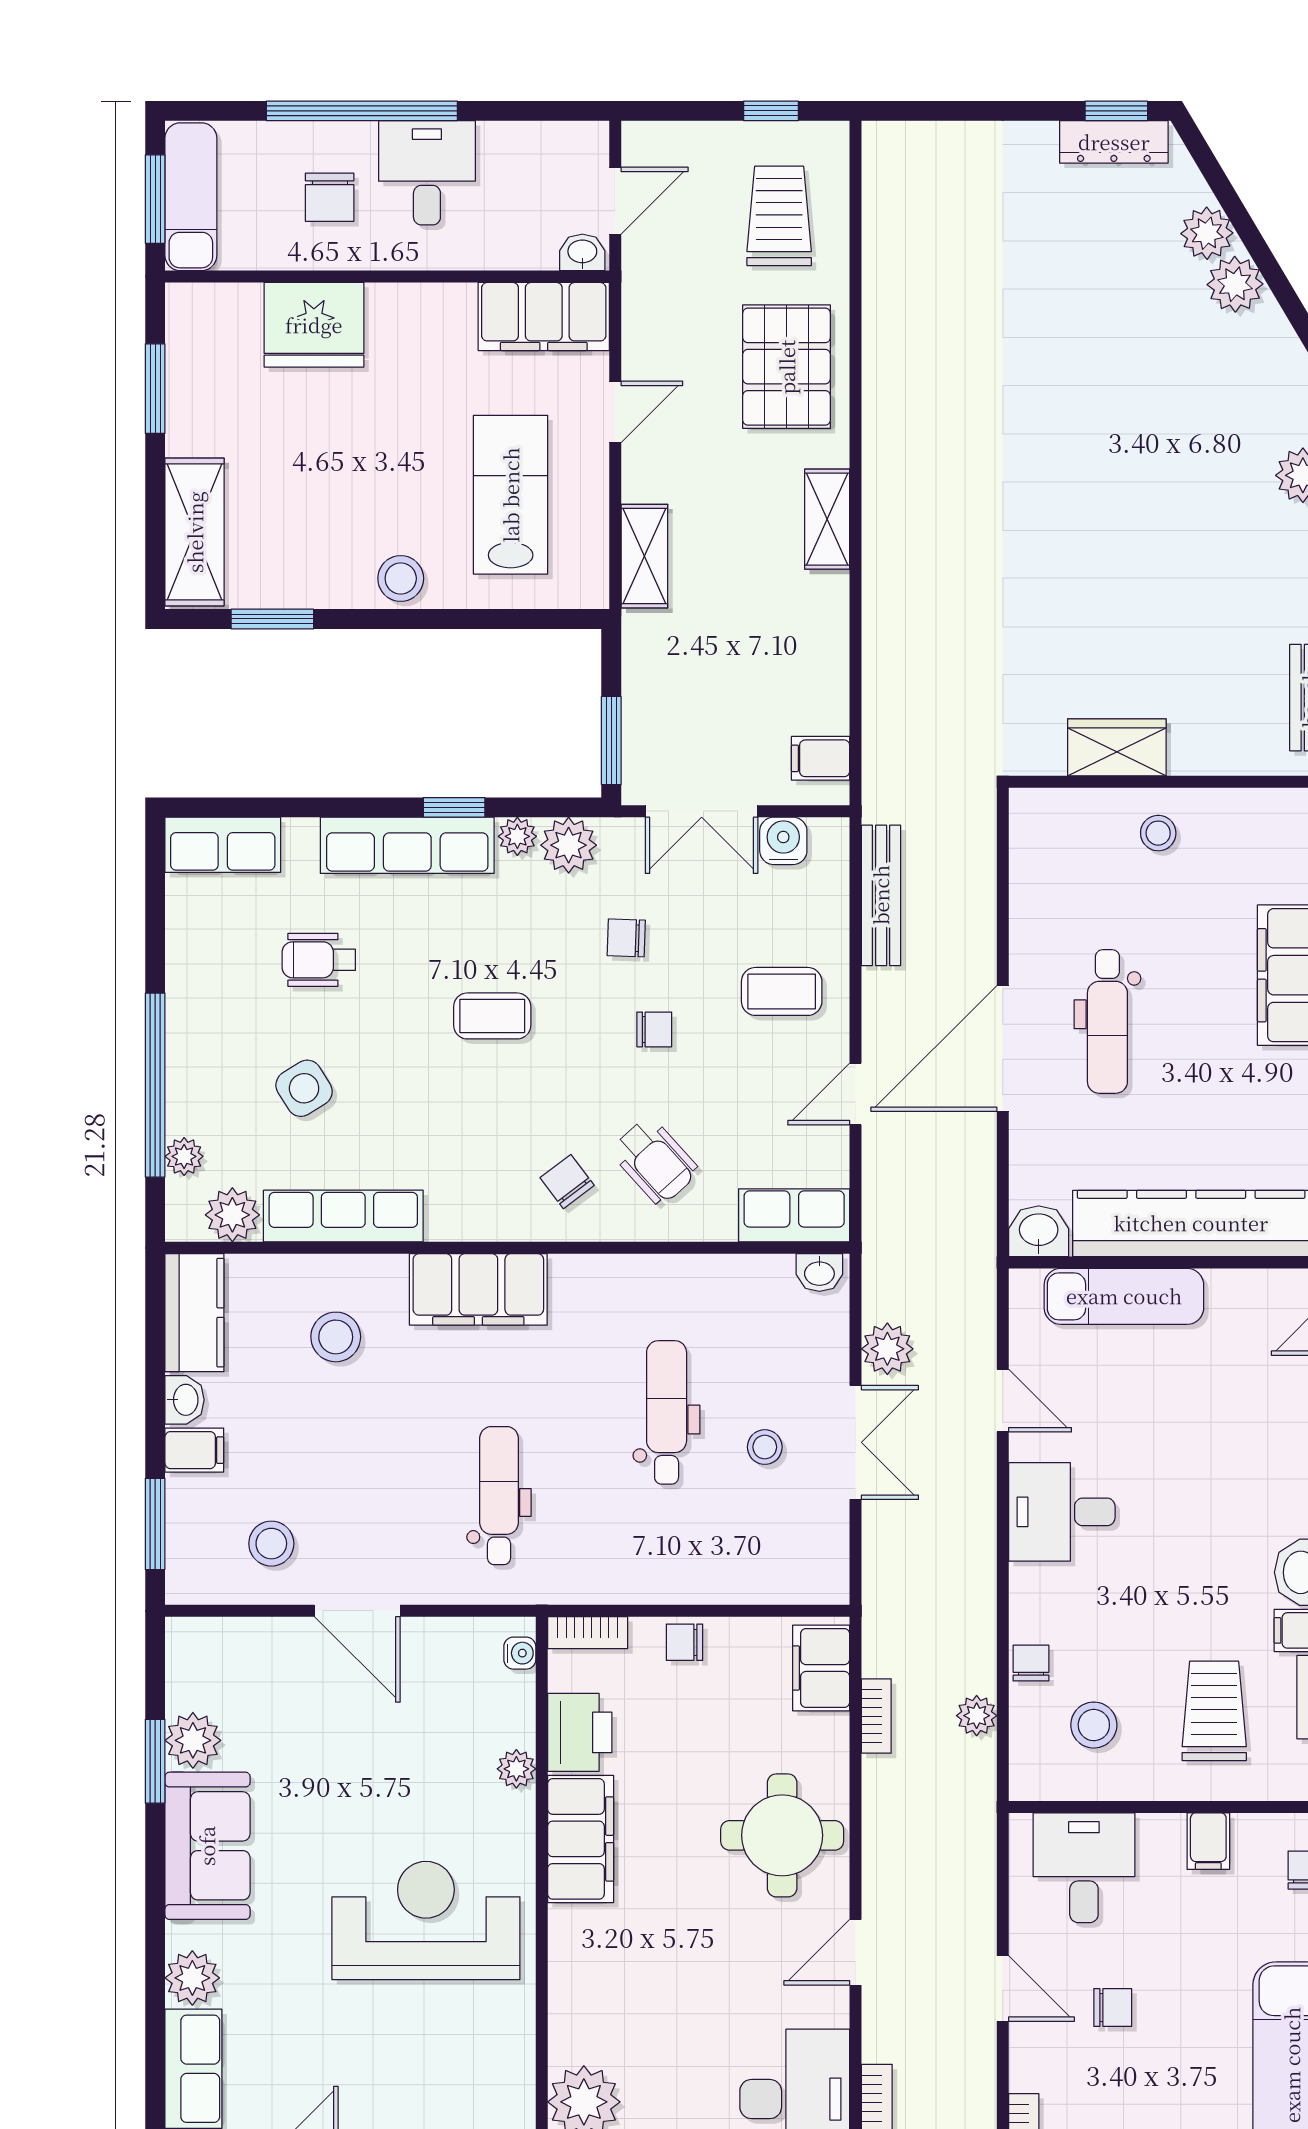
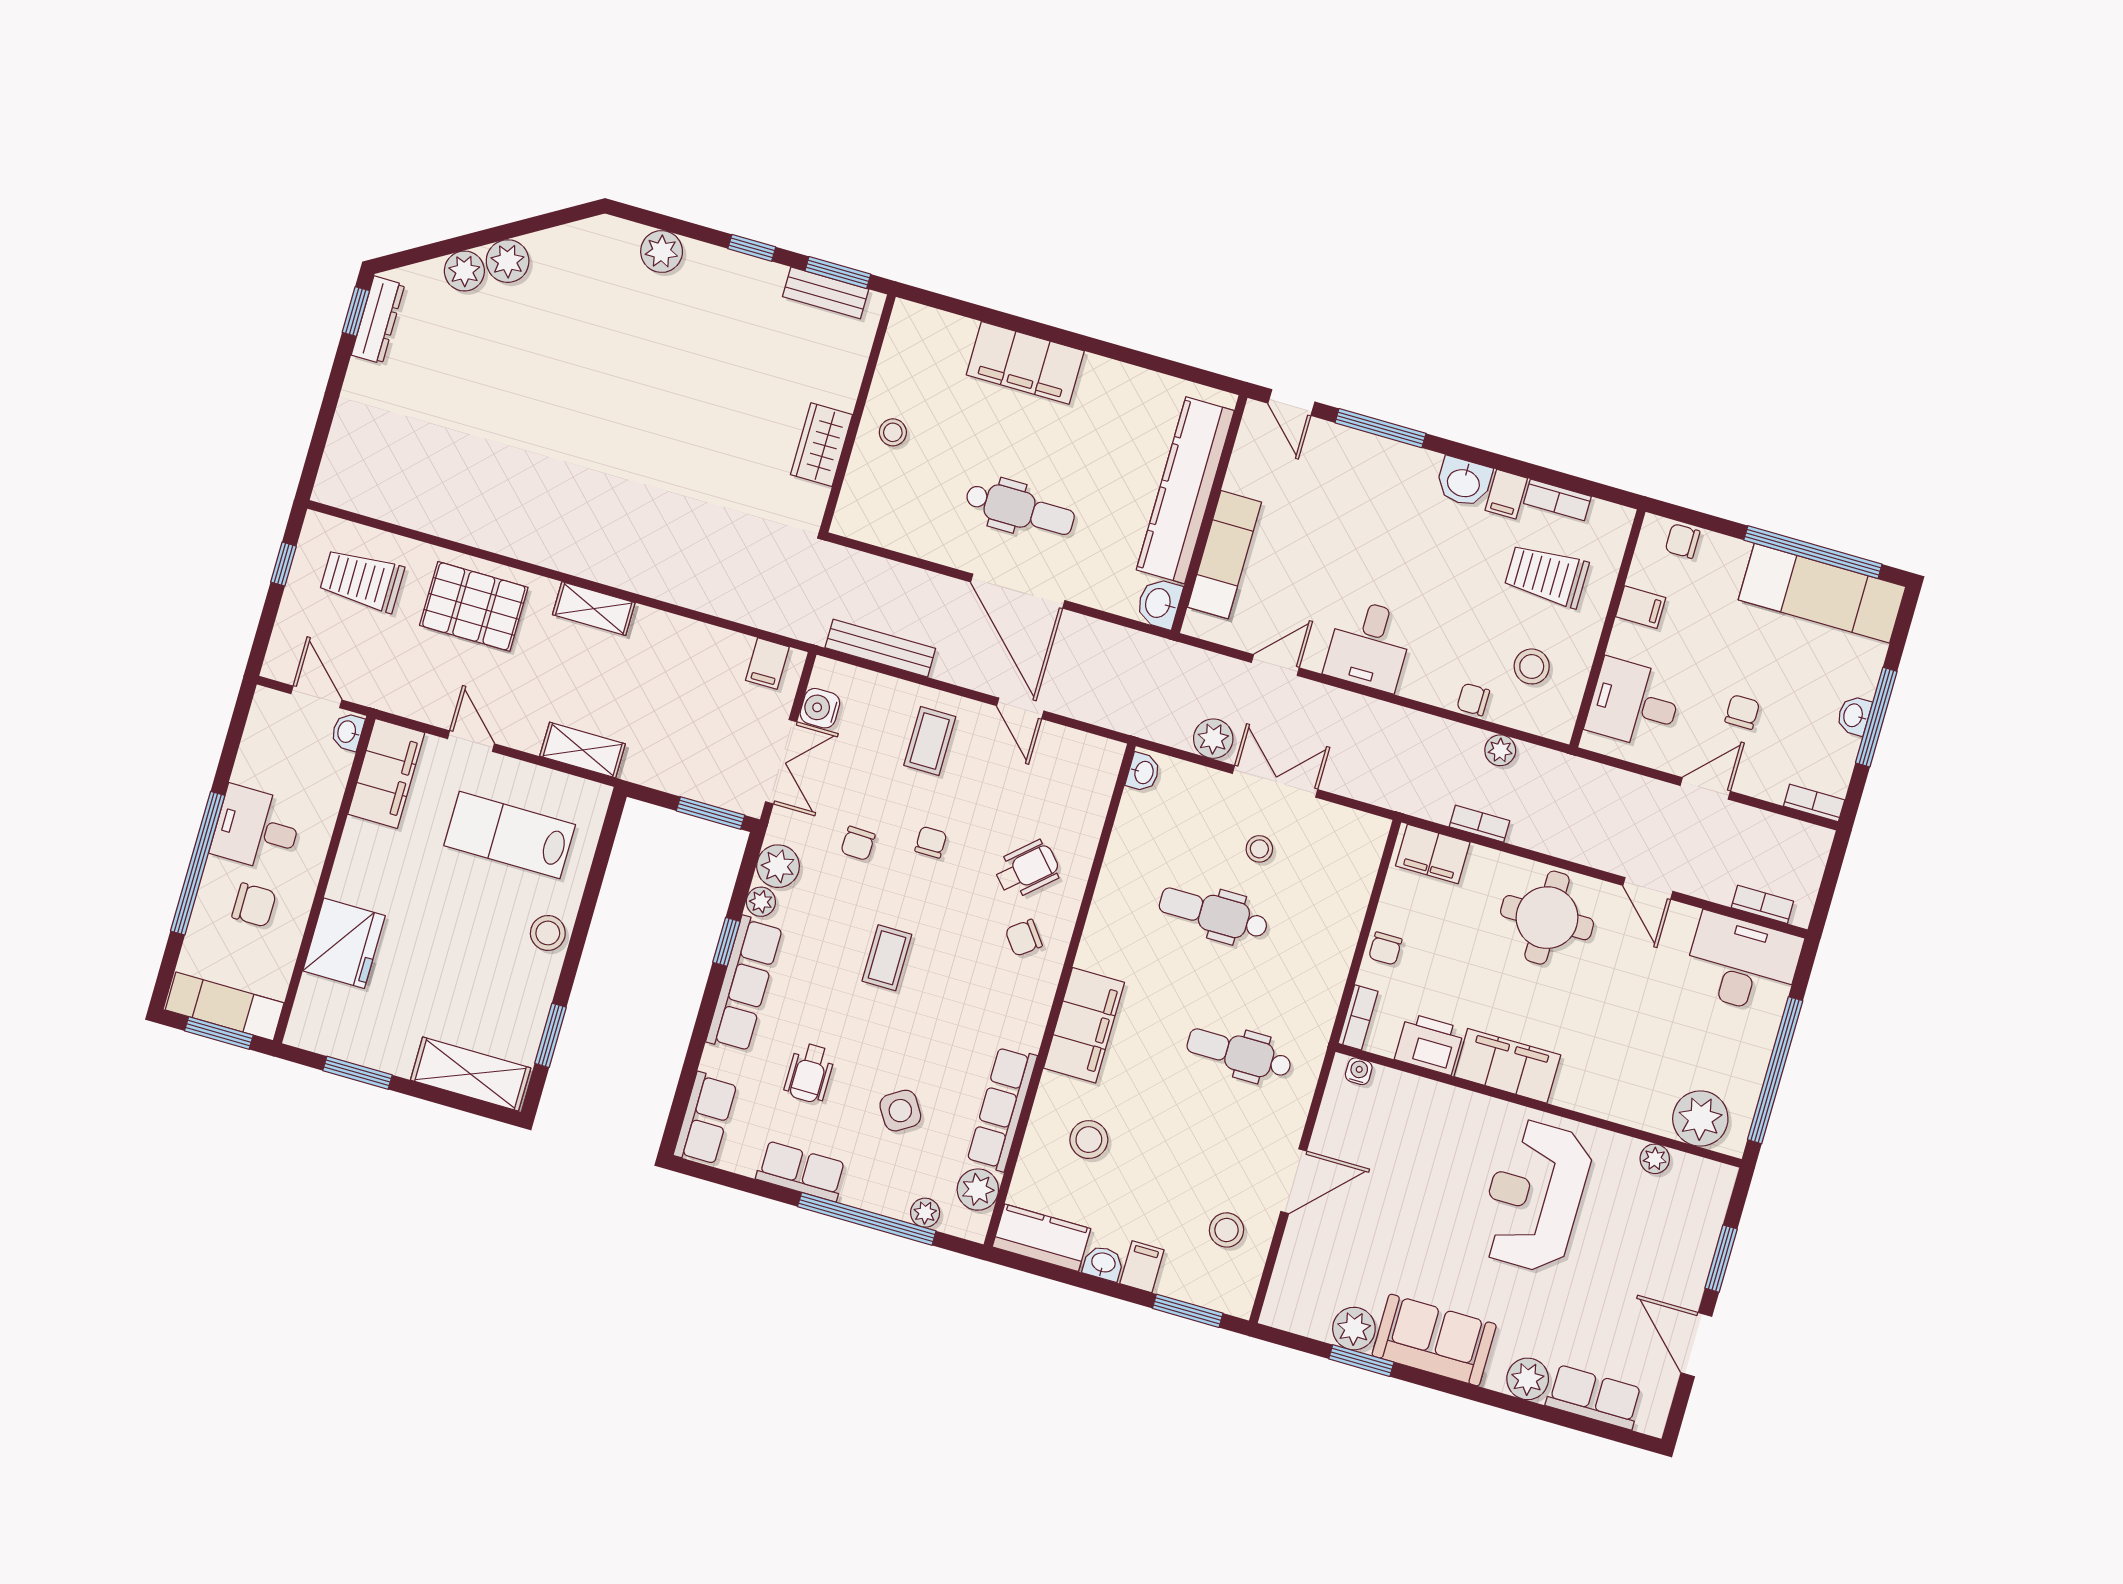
row of seats: (794, 1215) -> (801, 1171), moved, turned 90
plant: (516, 1769) -> (1655, 1159), moved

